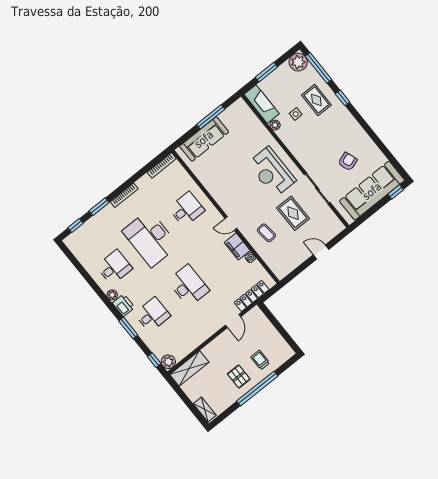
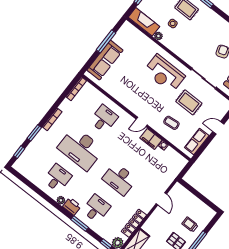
row of seats: (292, 262) -> (197, 141), added
desk: (188, 286) -> (119, 179), turned 180
locker: (252, 296) -> (134, 223), moved

